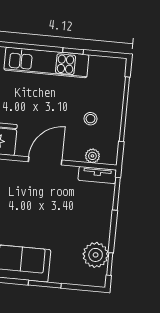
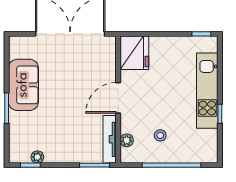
door: (45, 161) -> (118, 98), swing flipped
tv unit: (97, 175) -> (110, 139), width x1.41
plant: (96, 255) -> (37, 157), width x0.53, depth x0.53

